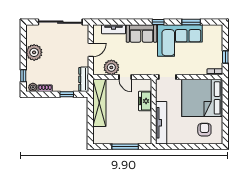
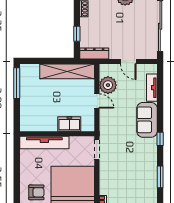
corner sofa: (180, 41) -> (139, 164), removed
door: (125, 77) -> (97, 101), swing flipped
window: (125, 147) -> (17, 83), moved

